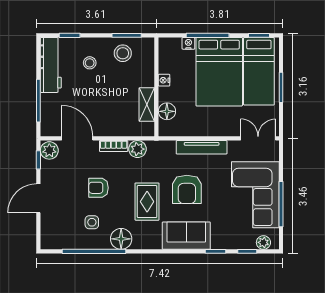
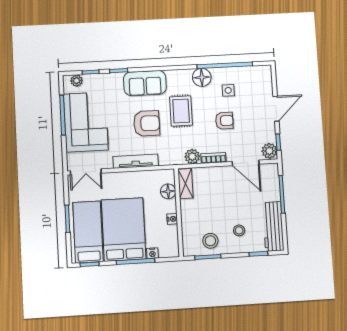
shelving: (147, 105) -> (186, 184), moved
armchair: (187, 189) -> (147, 123), turned 90

